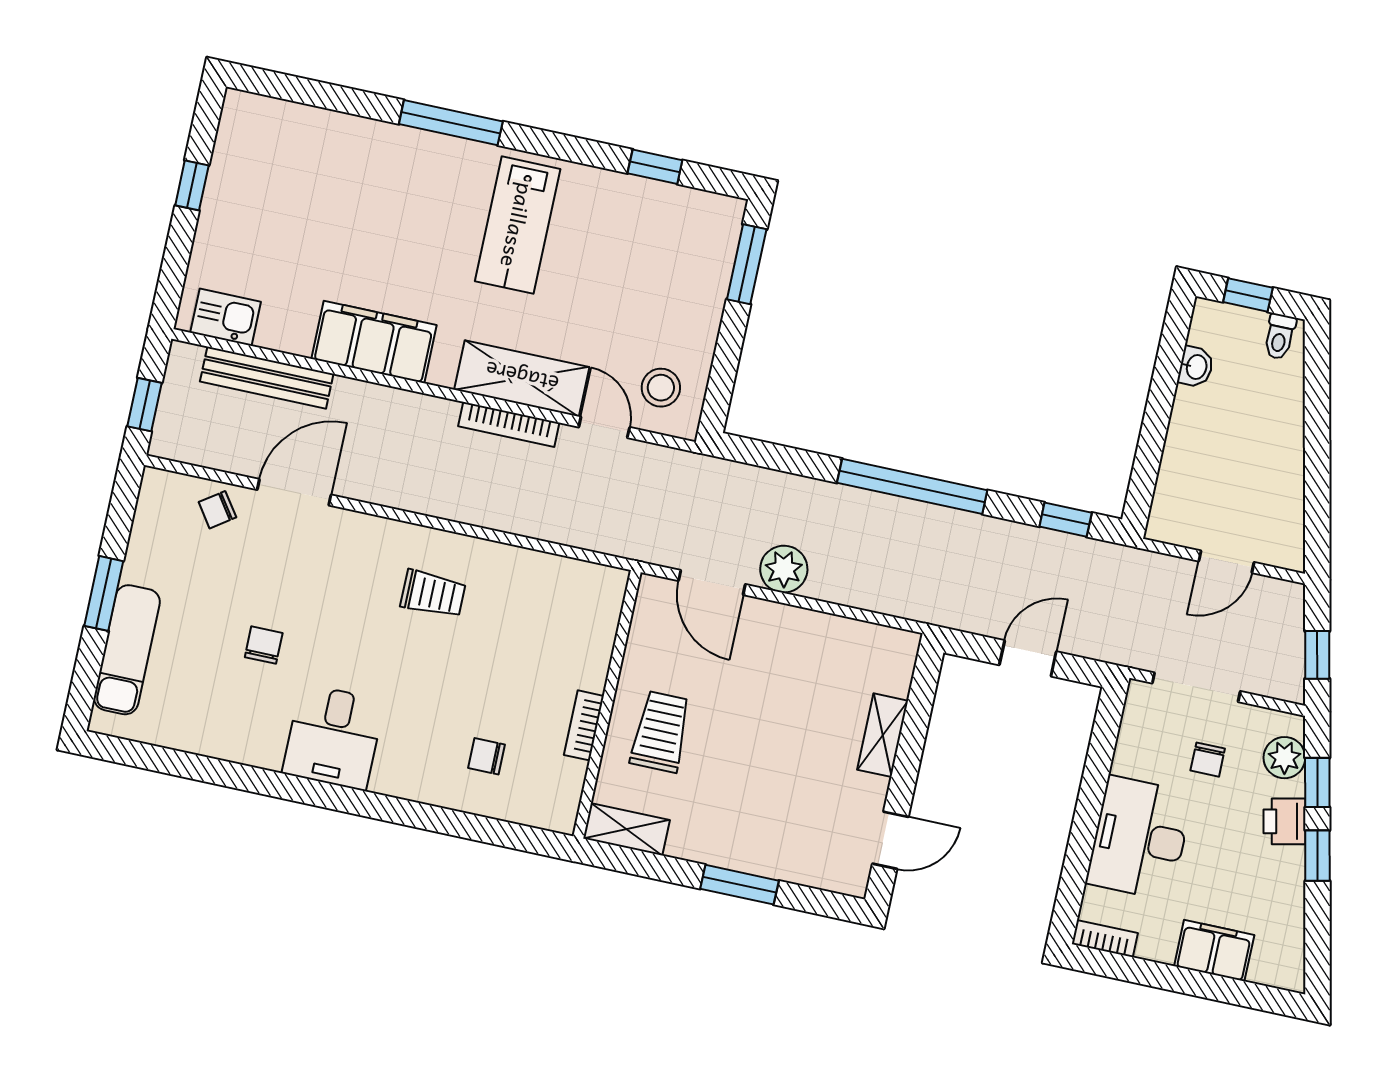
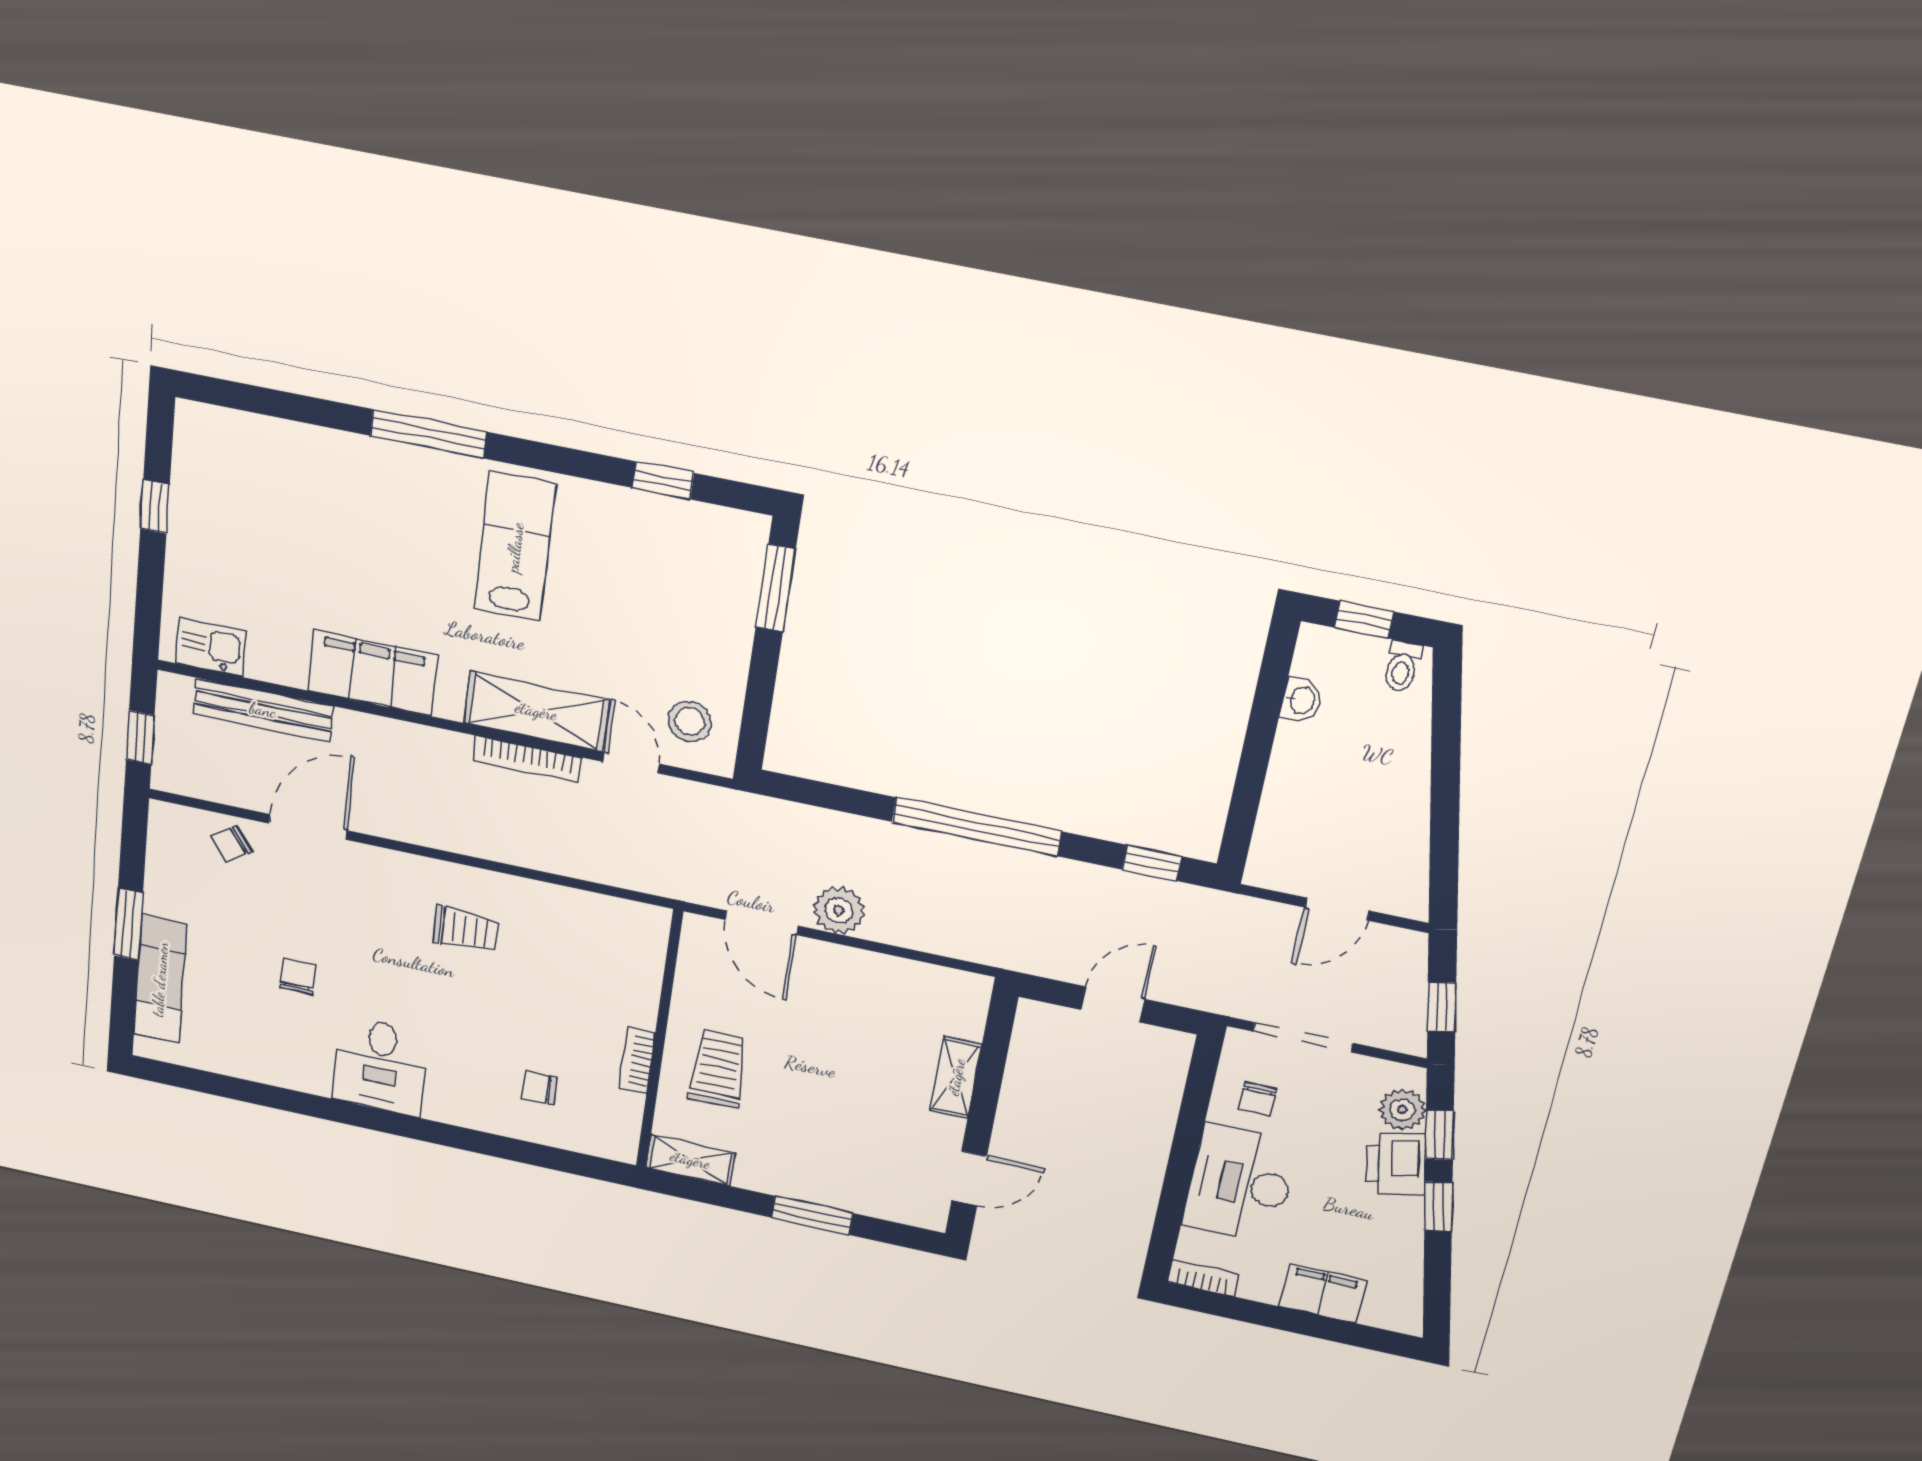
lab bench: (518, 225) -> (515, 547), turned 180
chair: (1208, 760) -> (1257, 1099), moved
printer: (1284, 821) -> (1396, 1164), width x1.36, depth x1.24

